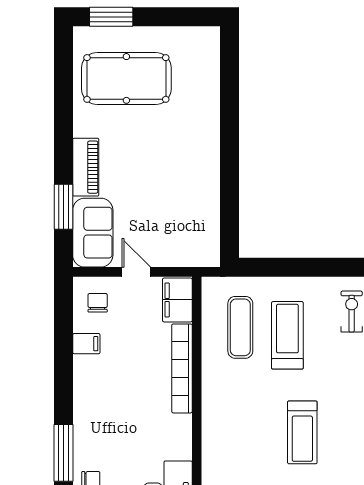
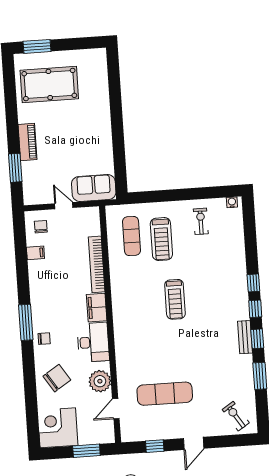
sofa: (93, 233) -> (94, 188), moved, turned -90
filing cabinet: (177, 300) -> (97, 308), moved
treadmill: (287, 335) -> (161, 239), turned 180

